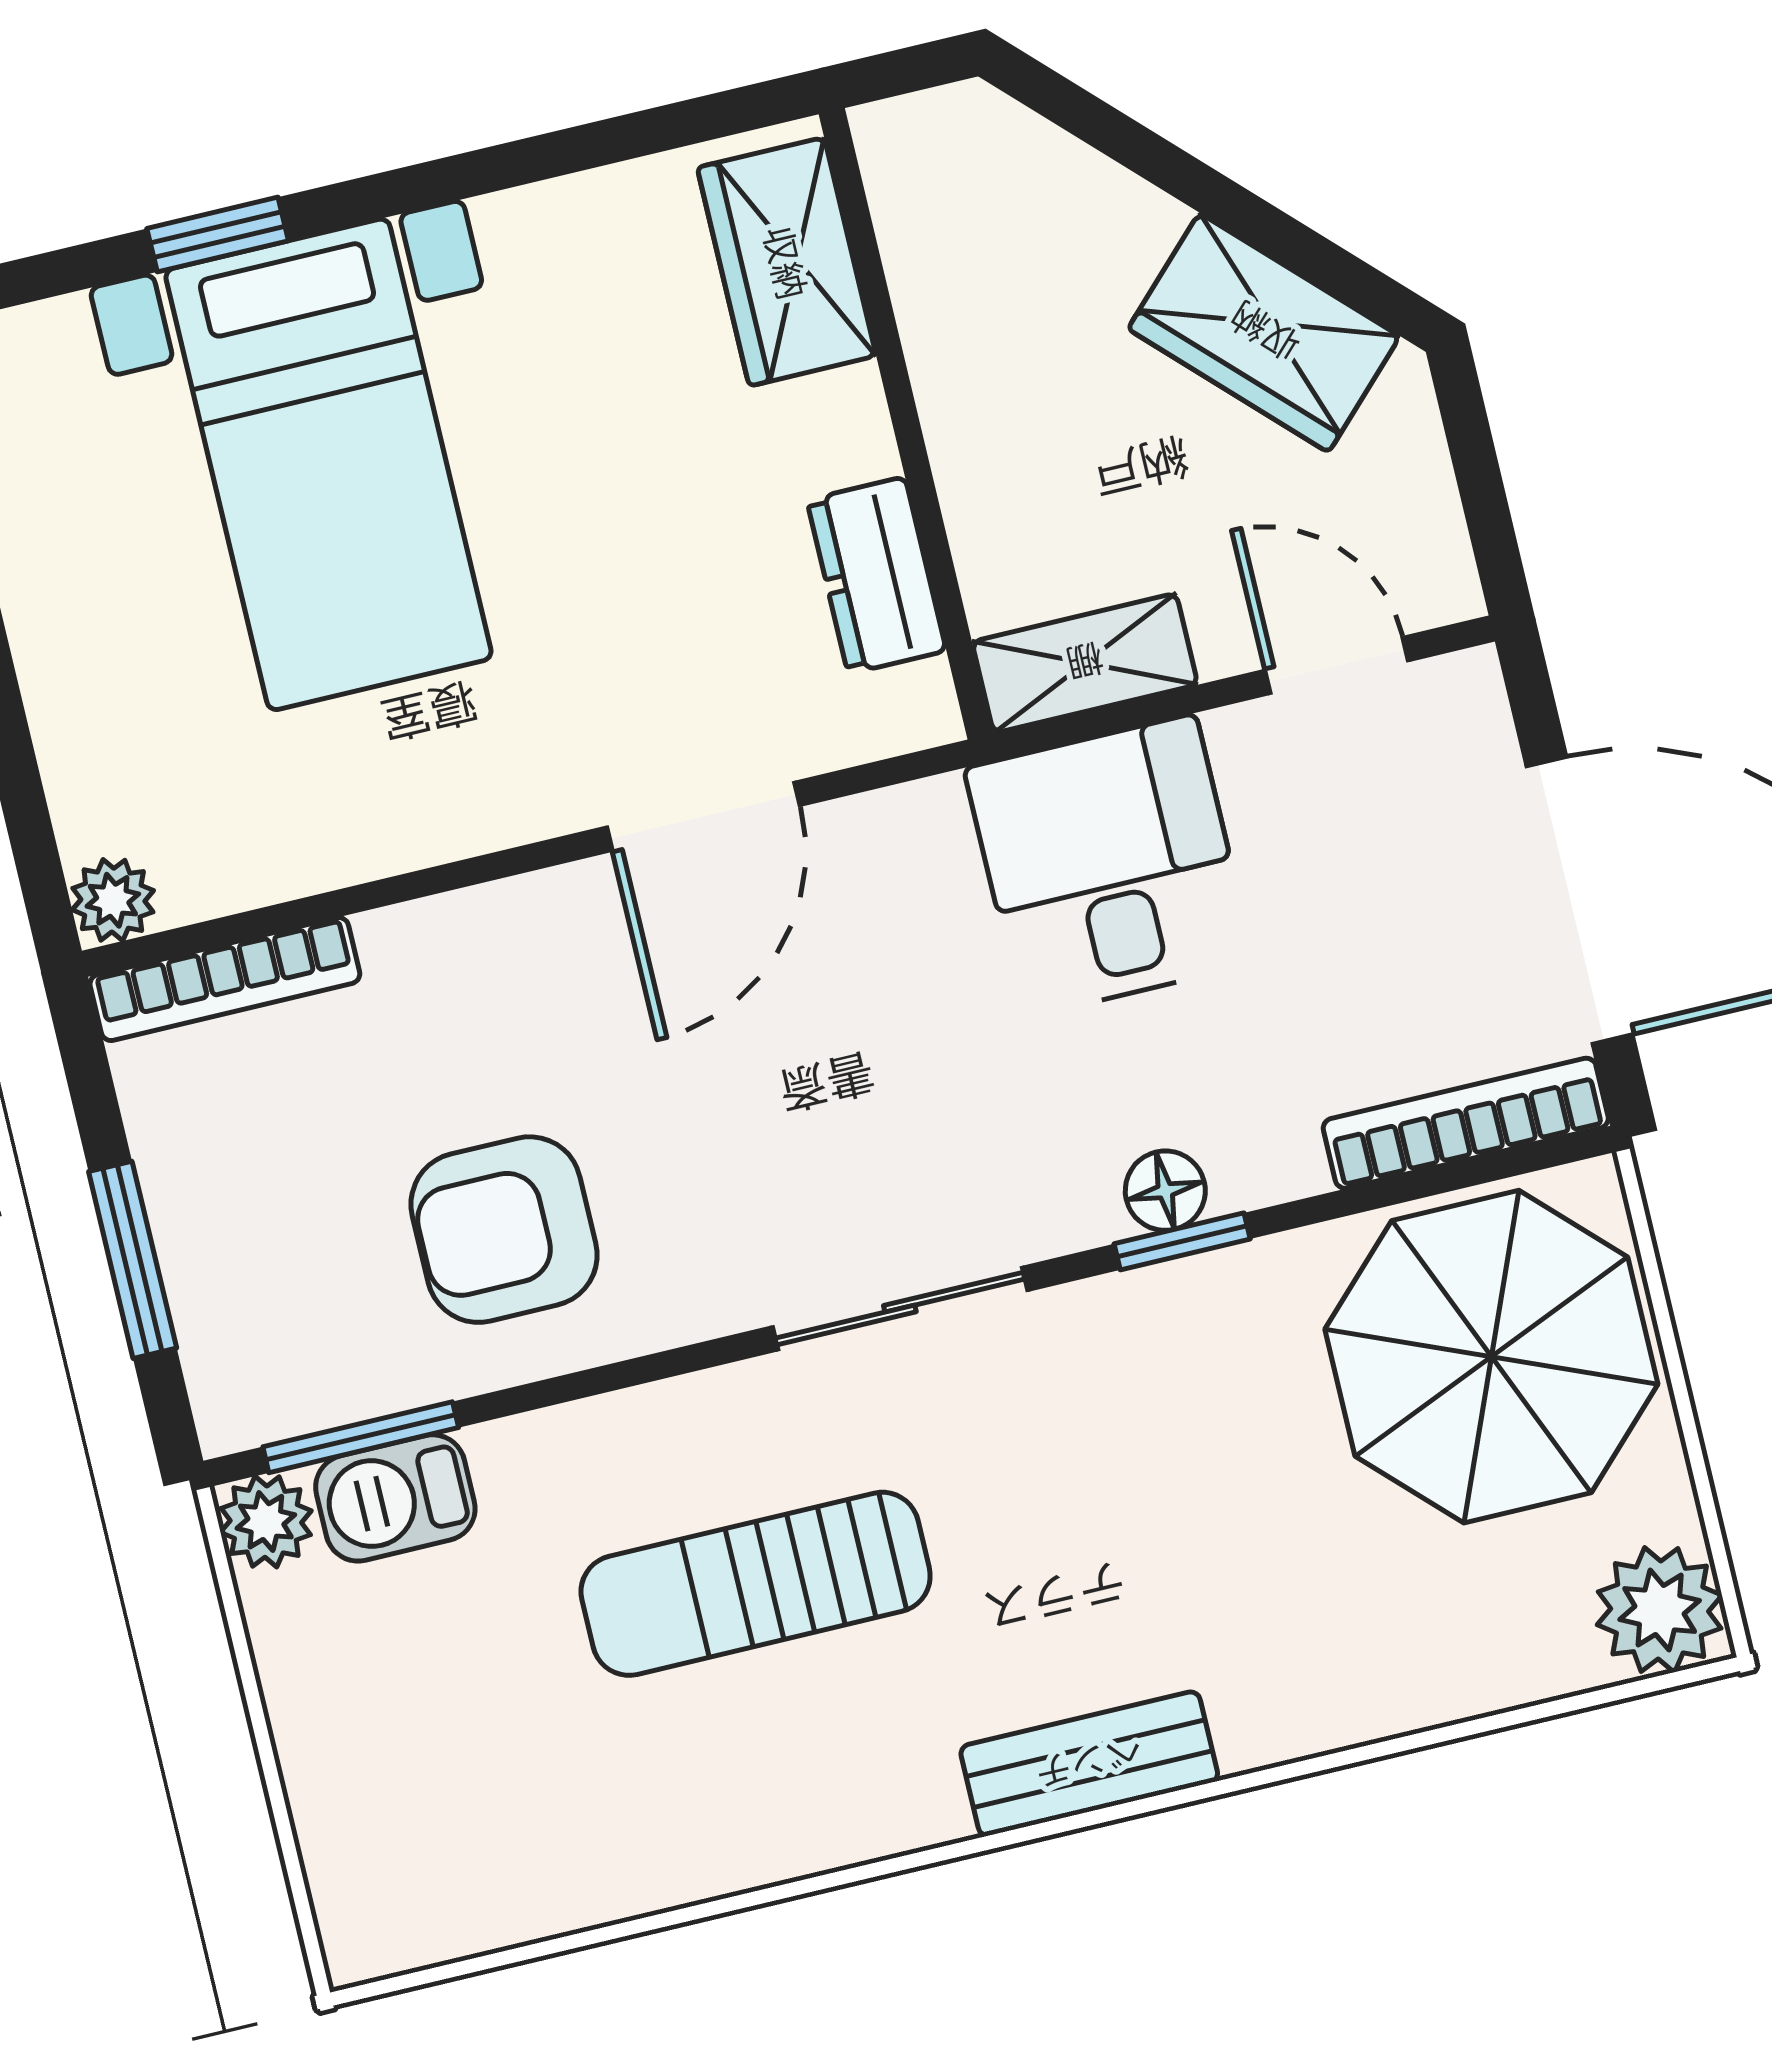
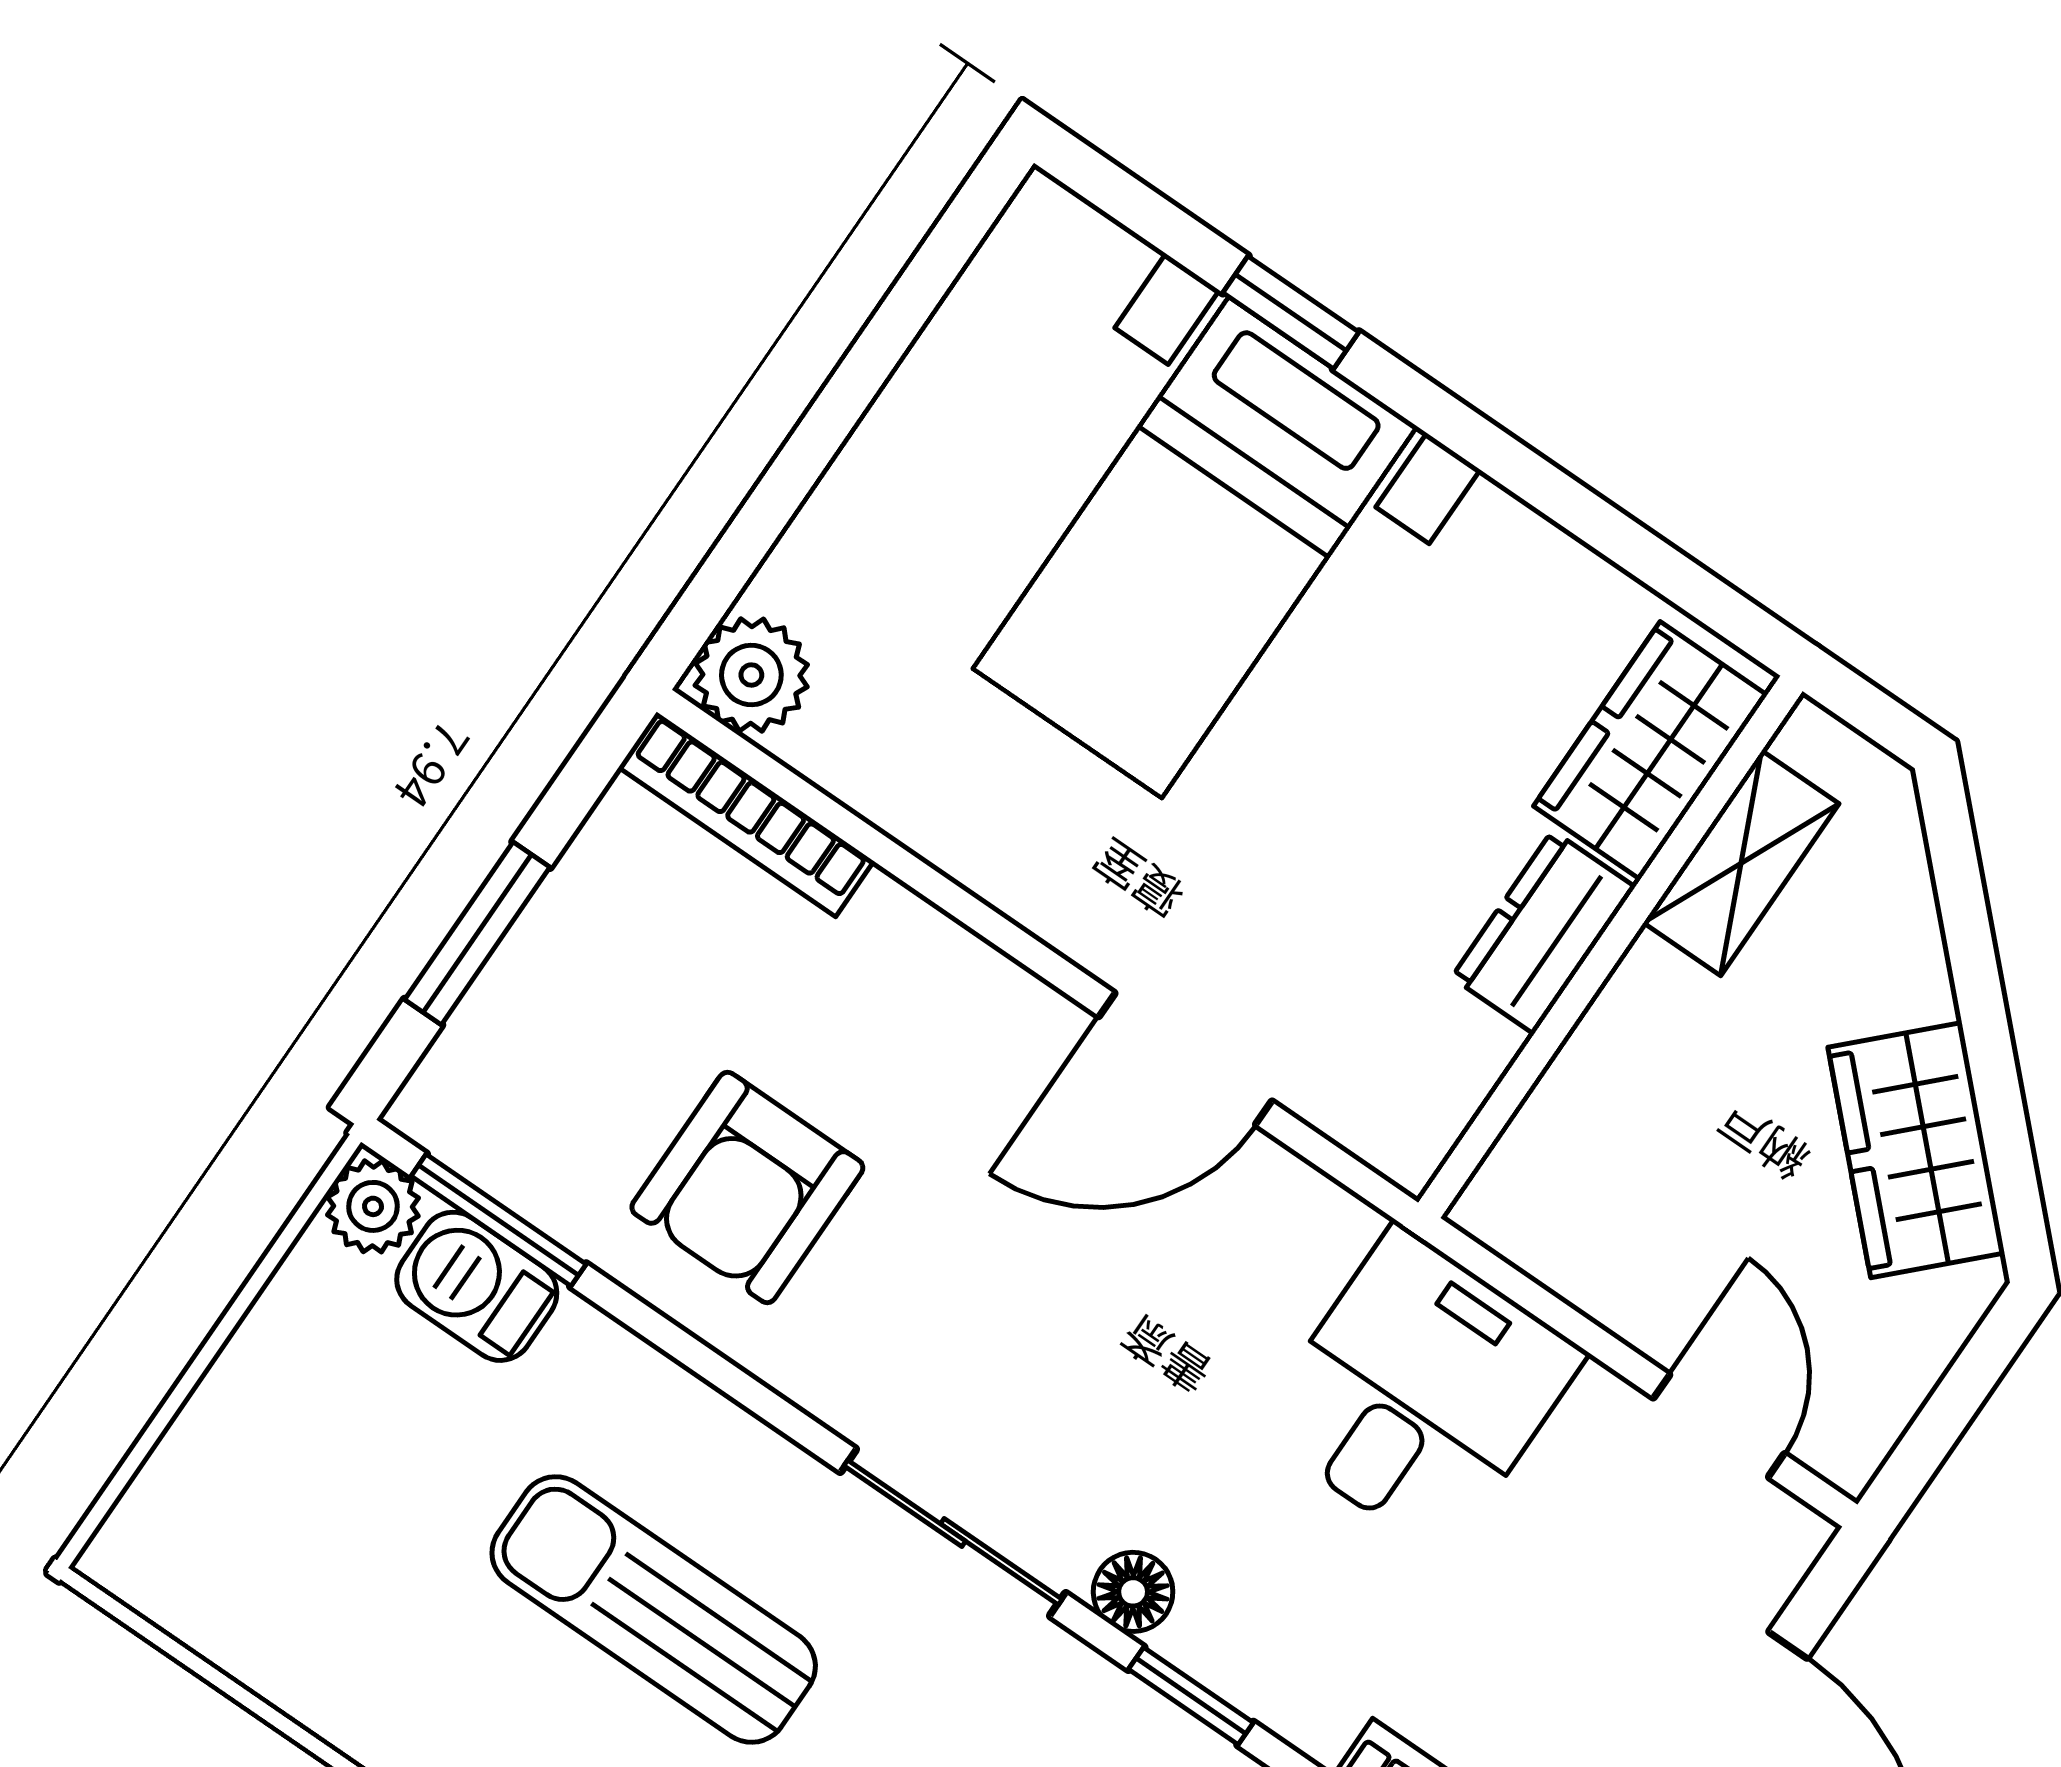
dresser: (877, 575) -> (1543, 932), moved
shelving: (1085, 663) -> (1741, 863), moved, turned 90
plant: (113, 900) -> (751, 675), width x1.38, depth x1.38
floor lamp: (1165, 1191) -> (1133, 1592), moved
armchair: (504, 1230) -> (747, 1188), turned -90

